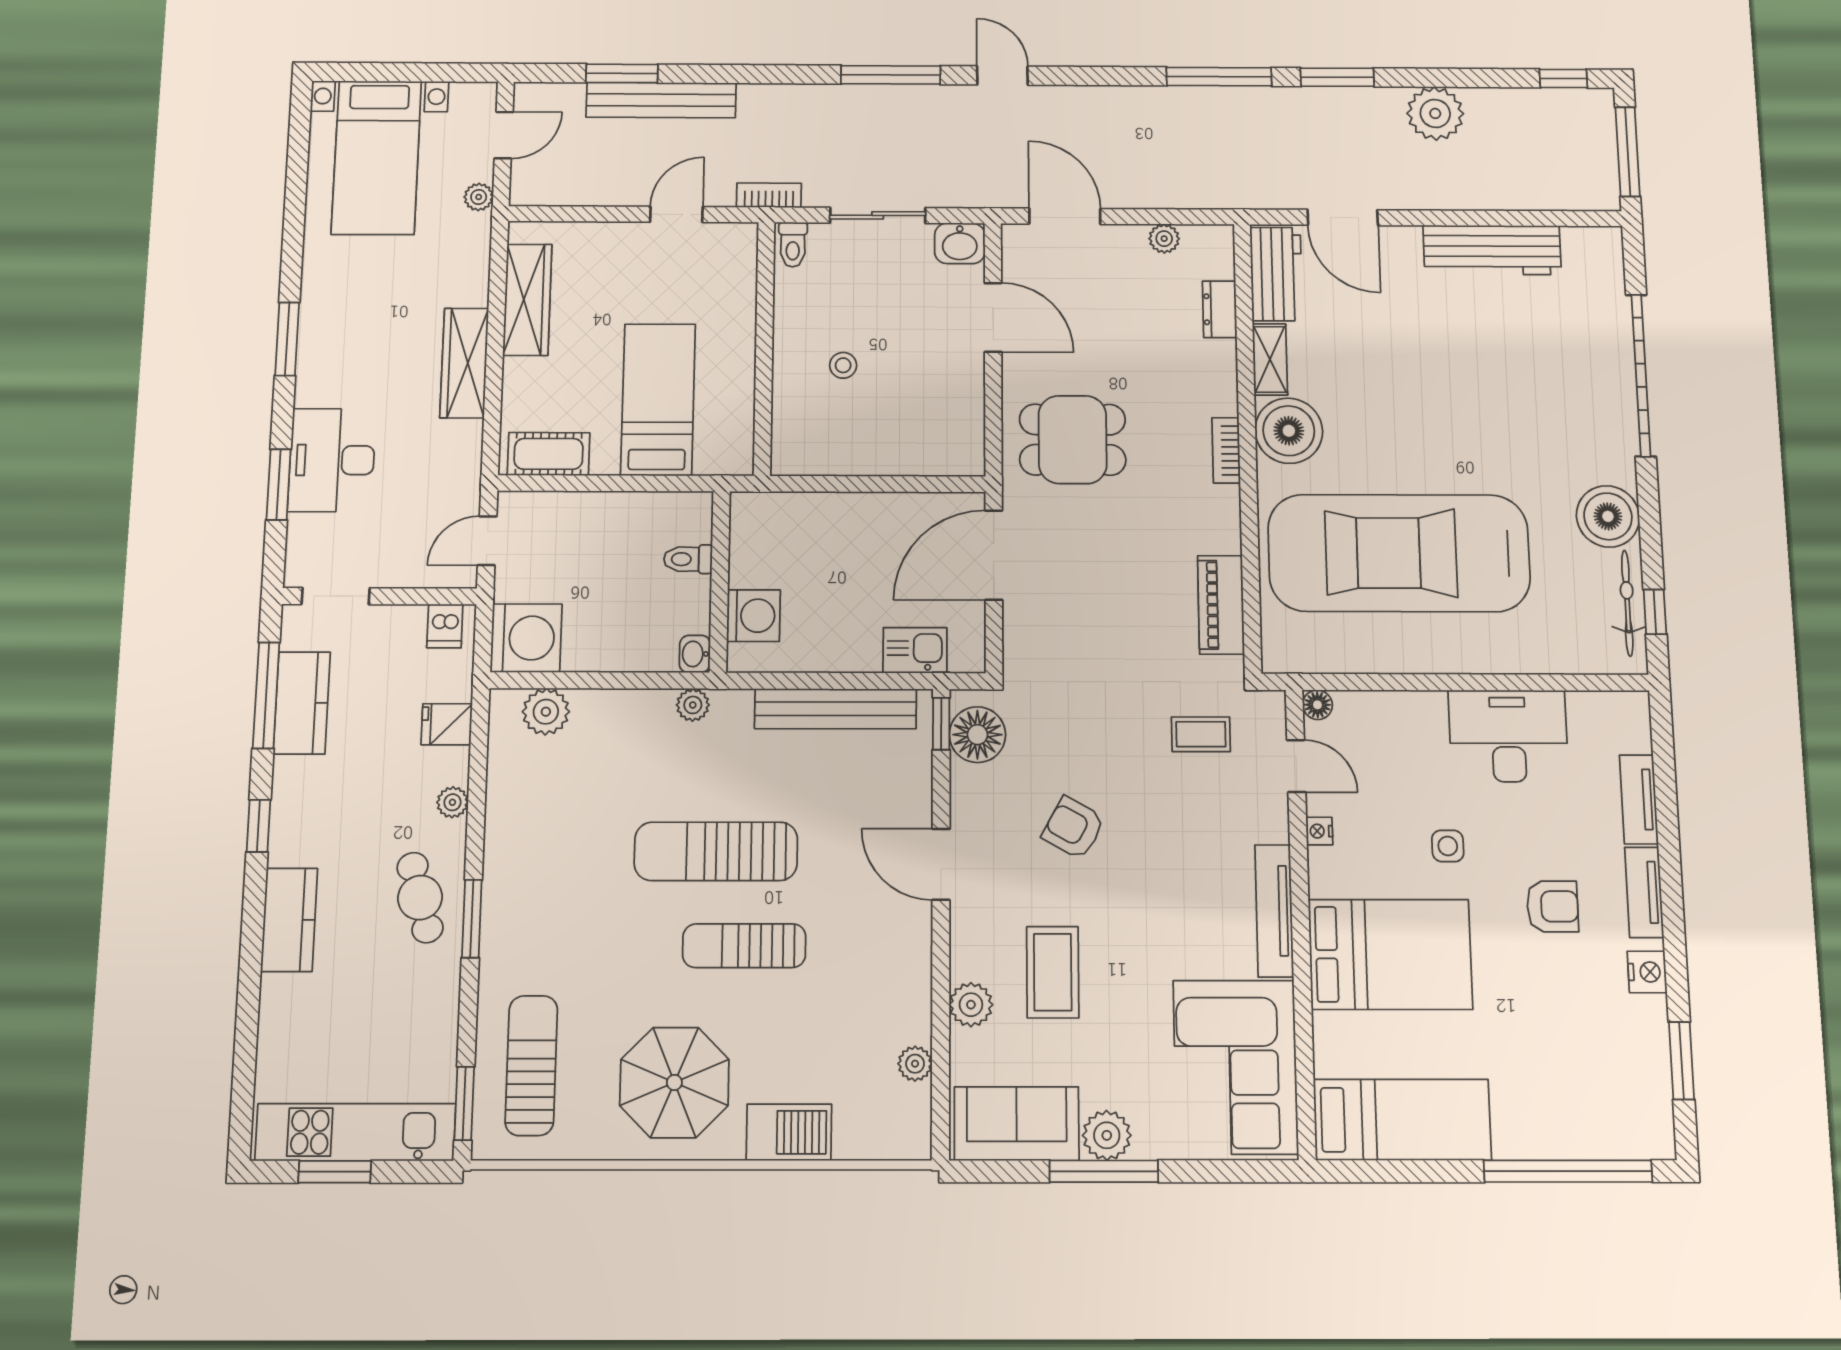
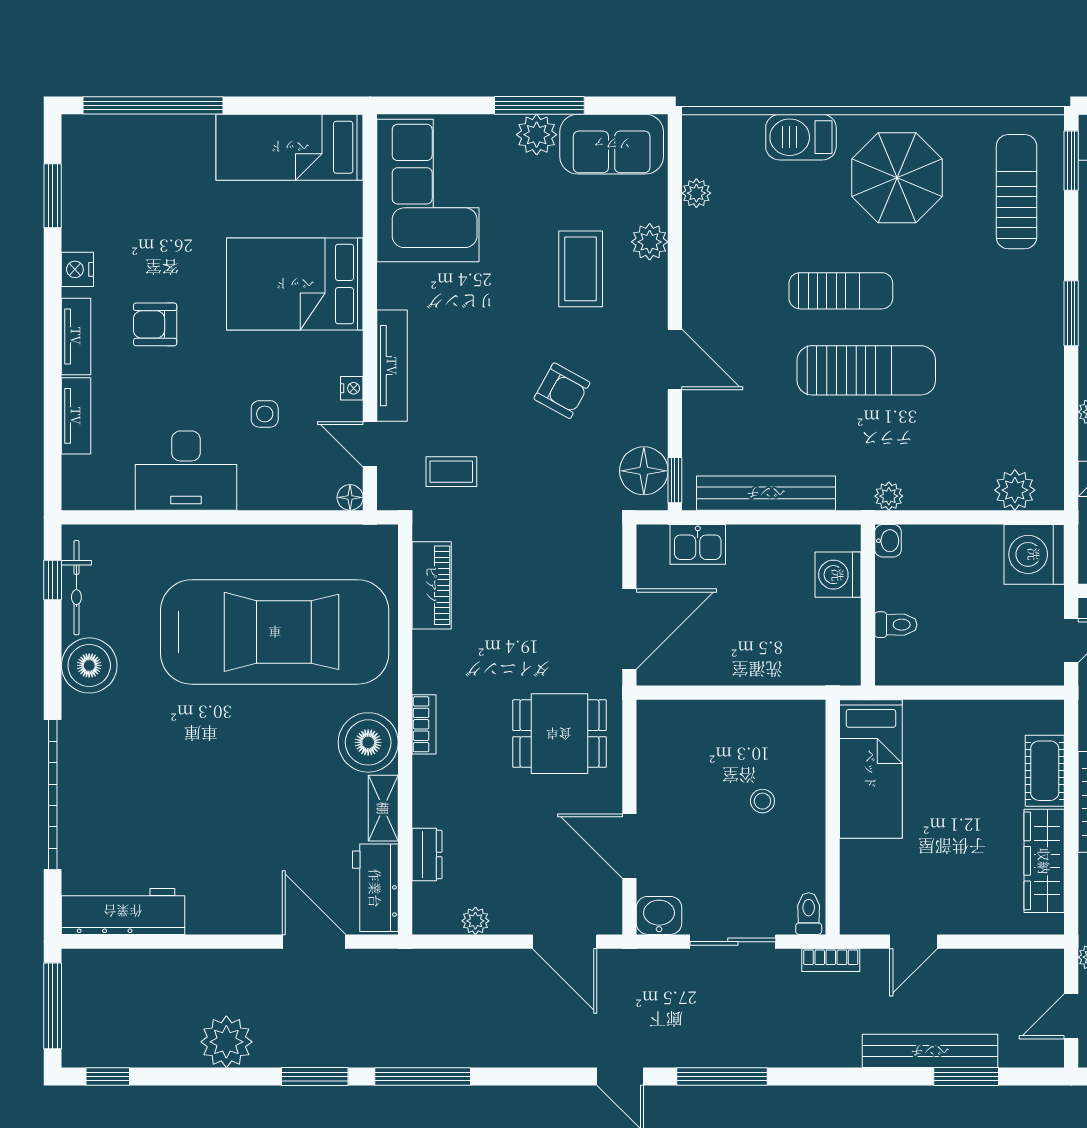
workbench: (1492, 250) -> (123, 911), moved
bed: (658, 399) -> (871, 769), moved
cot: (549, 454) -> (1045, 771), moved, turned 90
side table: (1448, 846) -> (265, 414), moved
tv unit: (1274, 911) -> (392, 366), moved
sun lounger: (531, 1065) -> (1017, 192), turned 180

